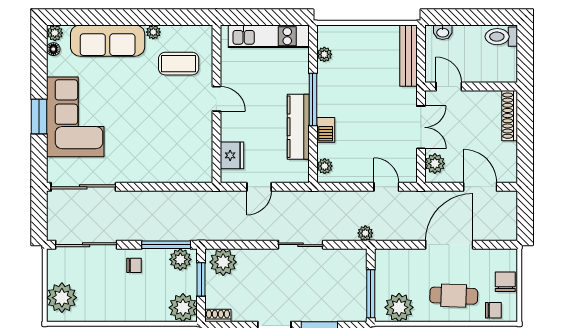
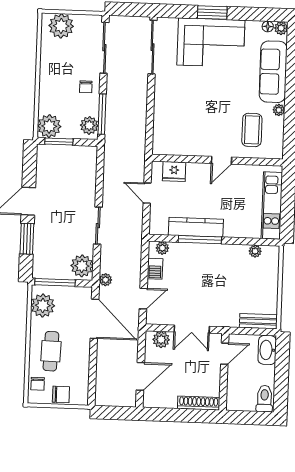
washbasin: (443, 32) -> (267, 350), width x1.91, depth x1.45
bench: (408, 56) -> (258, 321), width x0.73
window: (313, 99) -> (200, 240), moved
barbecue: (326, 130) -> (155, 269), moved, turned -90
door: (449, 245) -> (94, 319), moved
plant: (223, 262) -> (82, 266), moved
window: (201, 279) -> (59, 142), moved
shoe rack: (218, 316) -> (42, 155), removed

